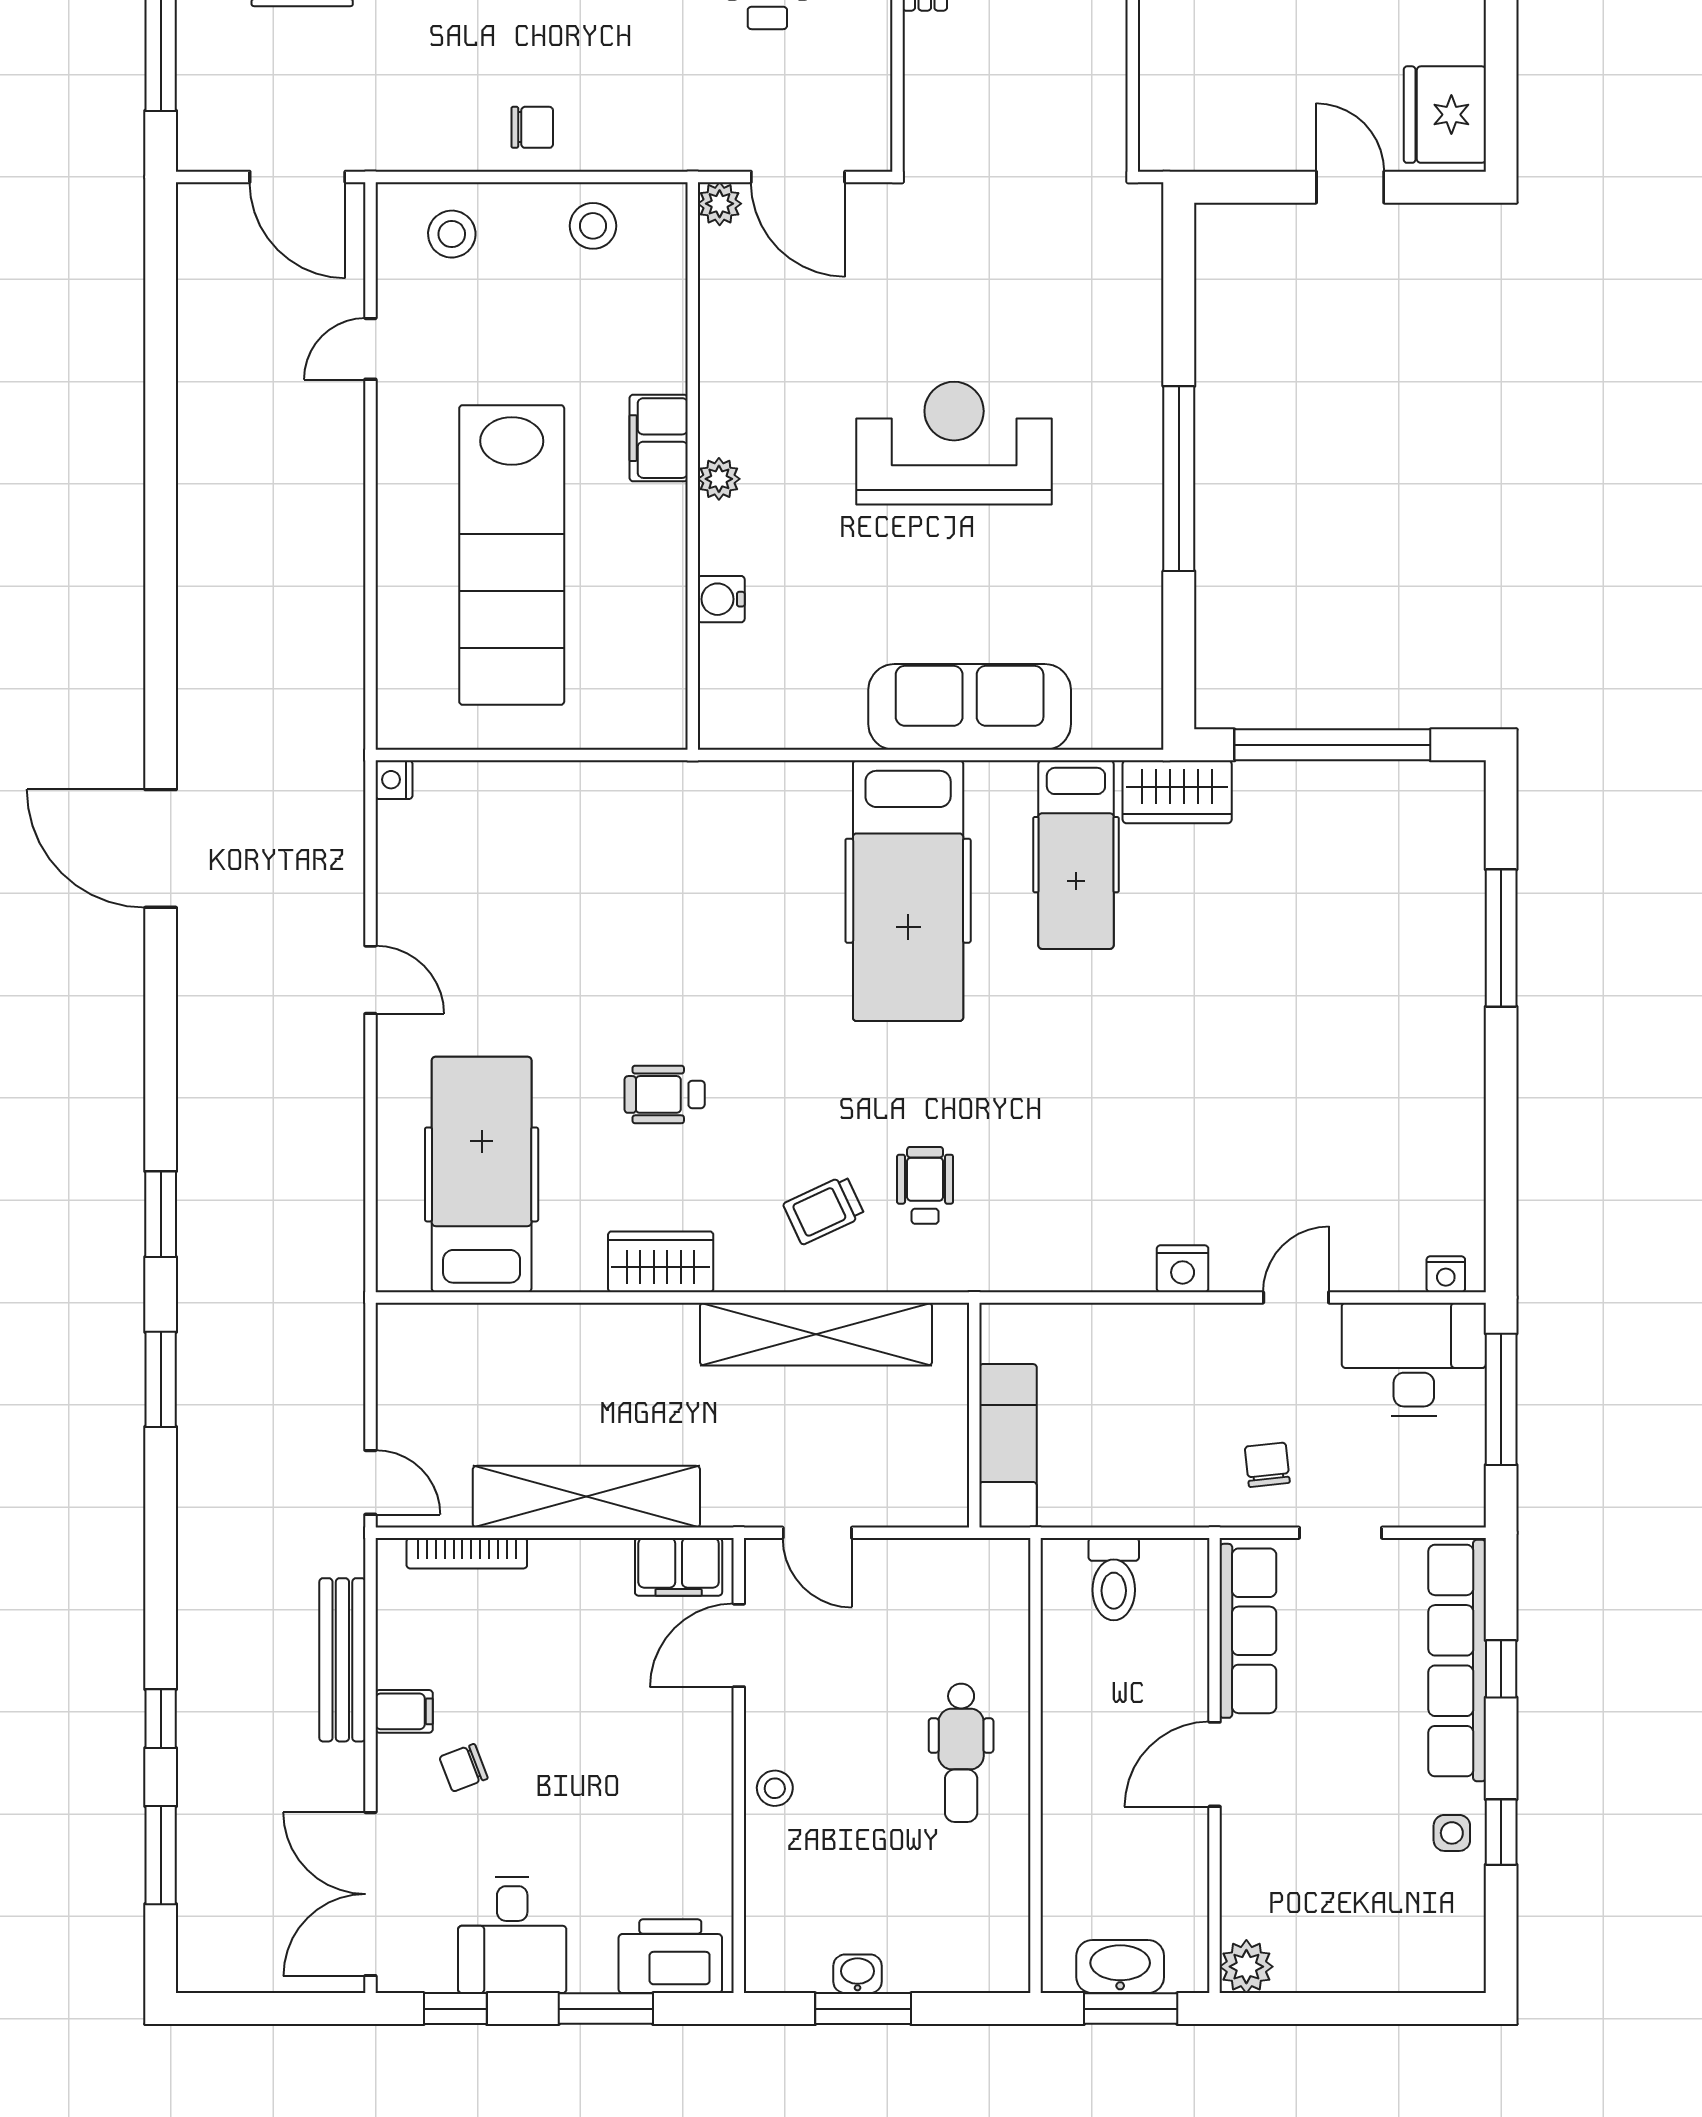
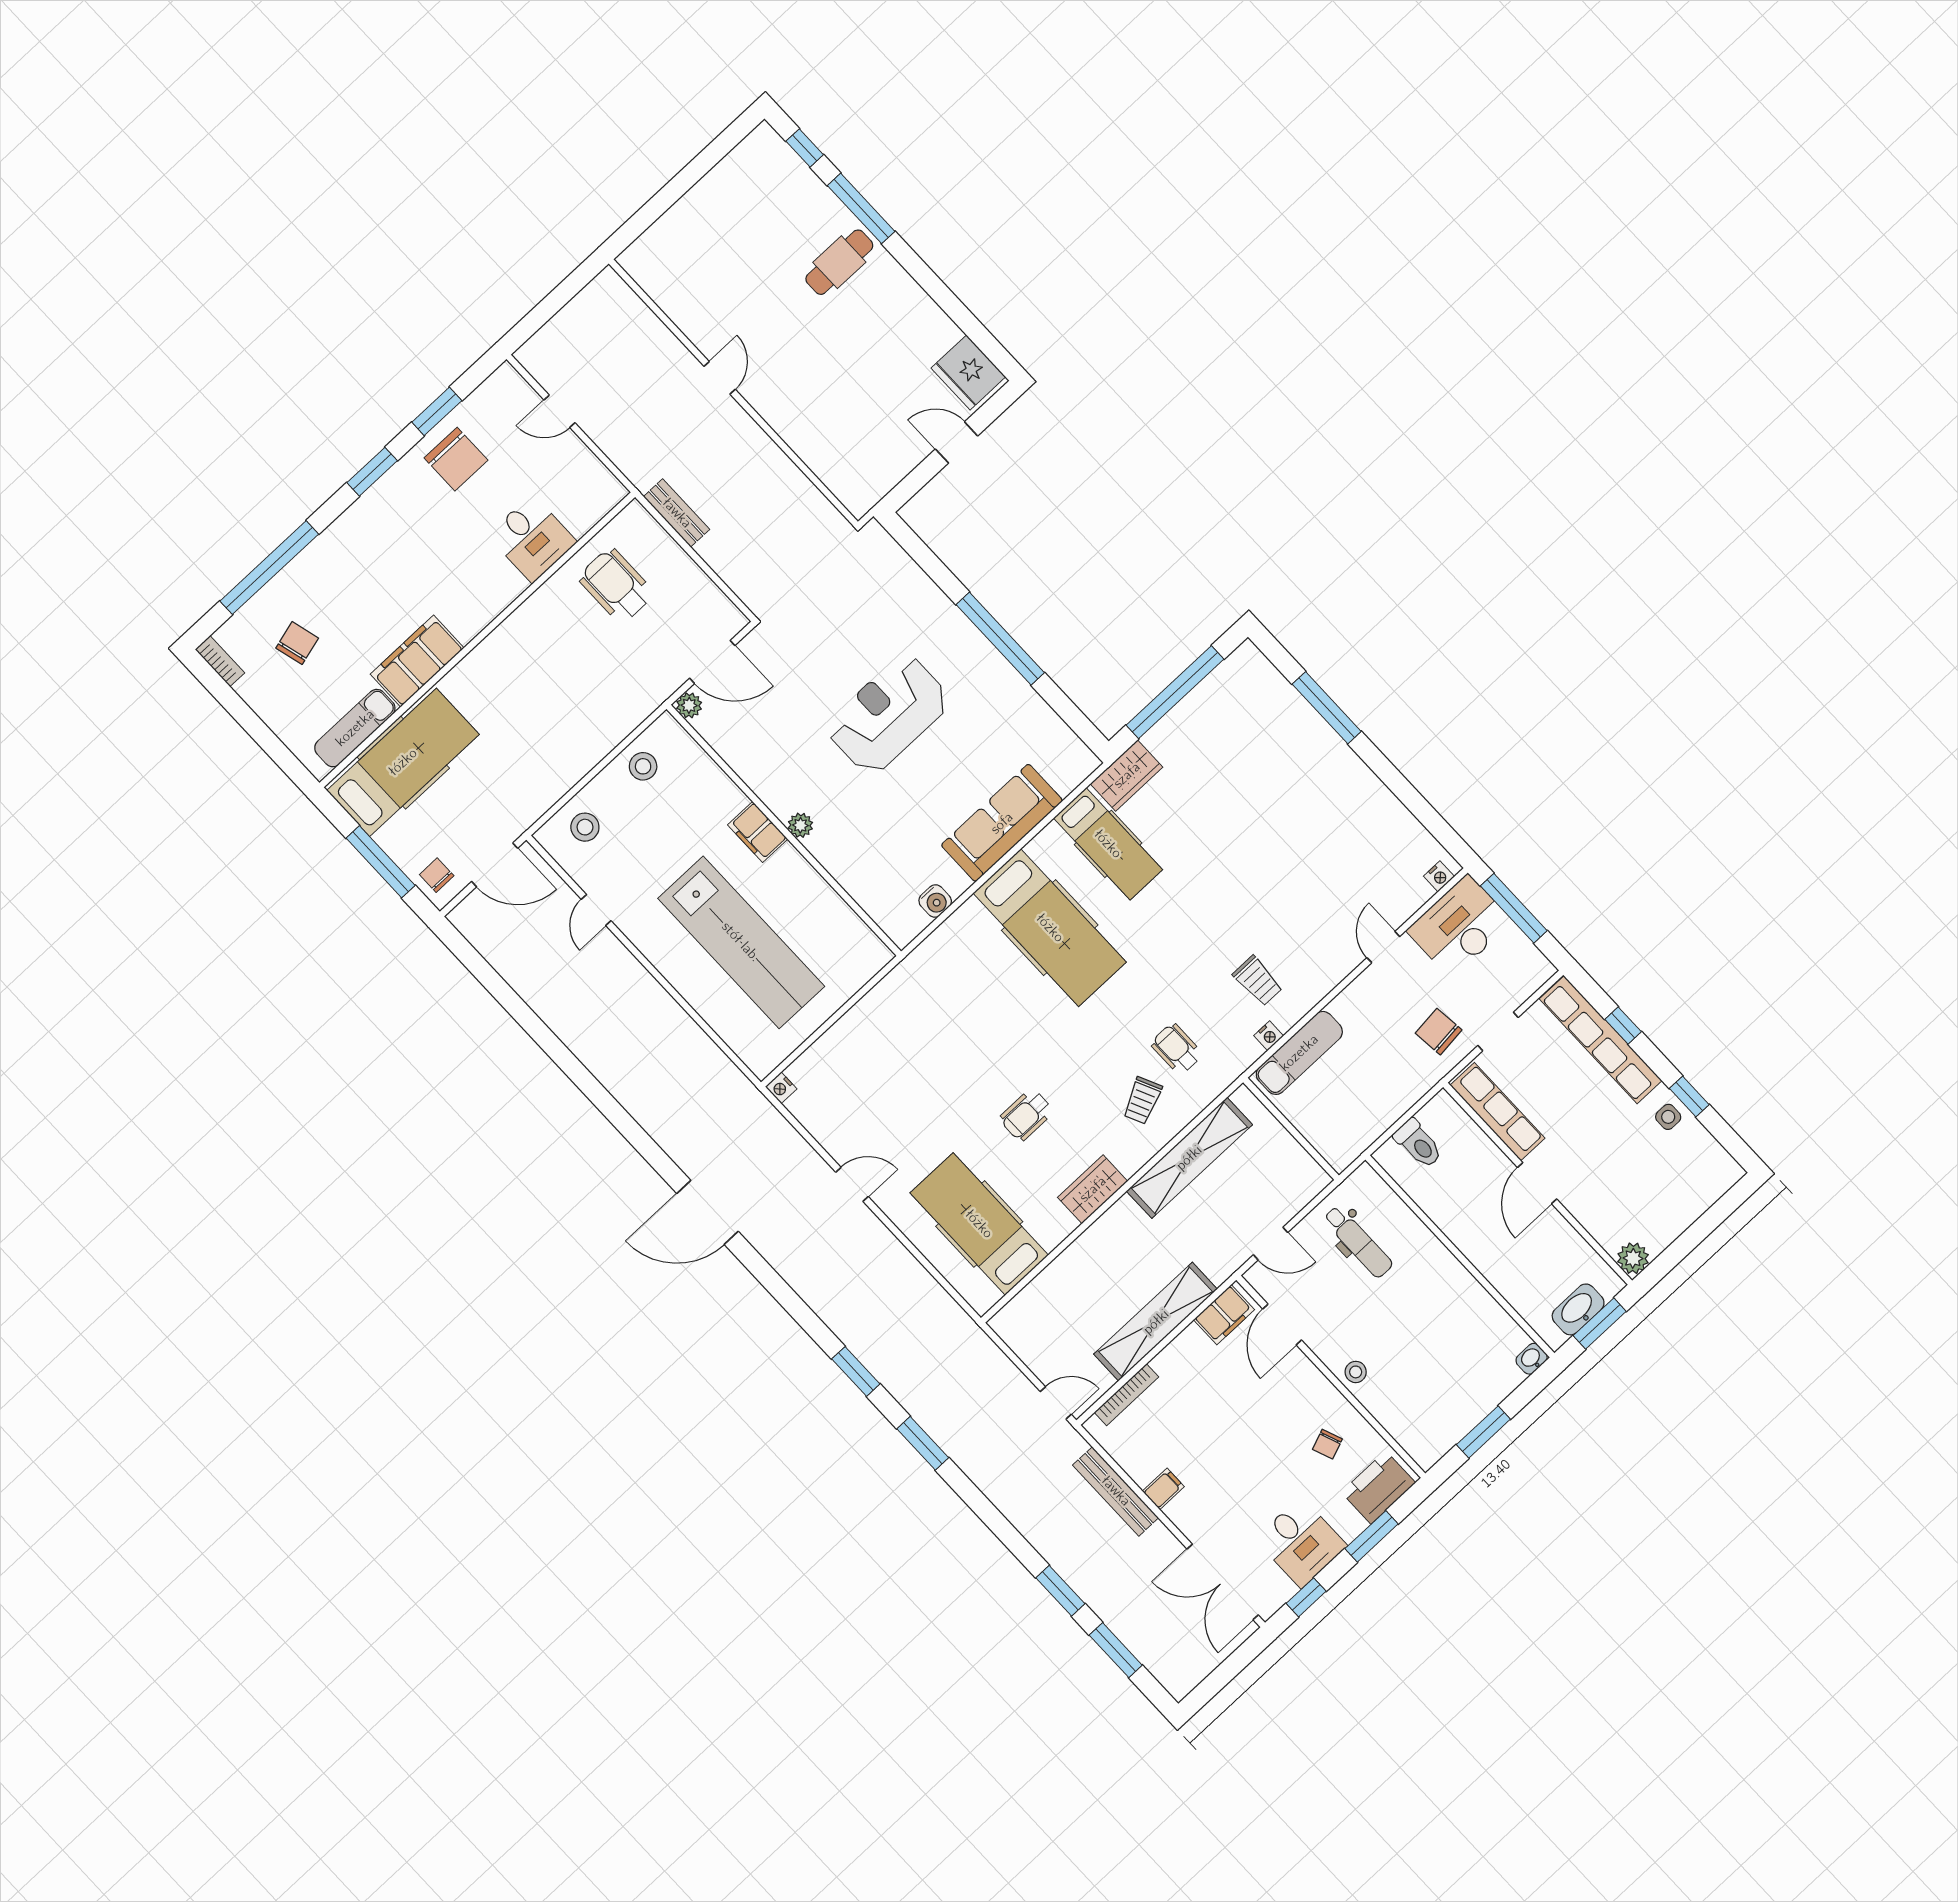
chair: (532, 127) -> (437, 875), moved, turned -90
water cooler: (721, 599) -> (935, 901), moved, turned -90
trolley: (1103, 1195) -> (1258, 981), added
nightstand: (1183, 1269) -> (1269, 1036), moved, width x0.72, depth x0.74
exam couch: (1008, 1446) -> (1299, 1053), moved, turned 90
chair: (1267, 1465) -> (1439, 1032), width x1.37, depth x1.37
window: (161, 1719) -> (1060, 1591), width x1.50
dental chair: (961, 1753) -> (1358, 1242), moved
chair: (464, 1768) -> (1327, 1444), moved
washbasin: (858, 1974) -> (1532, 1359), moved

